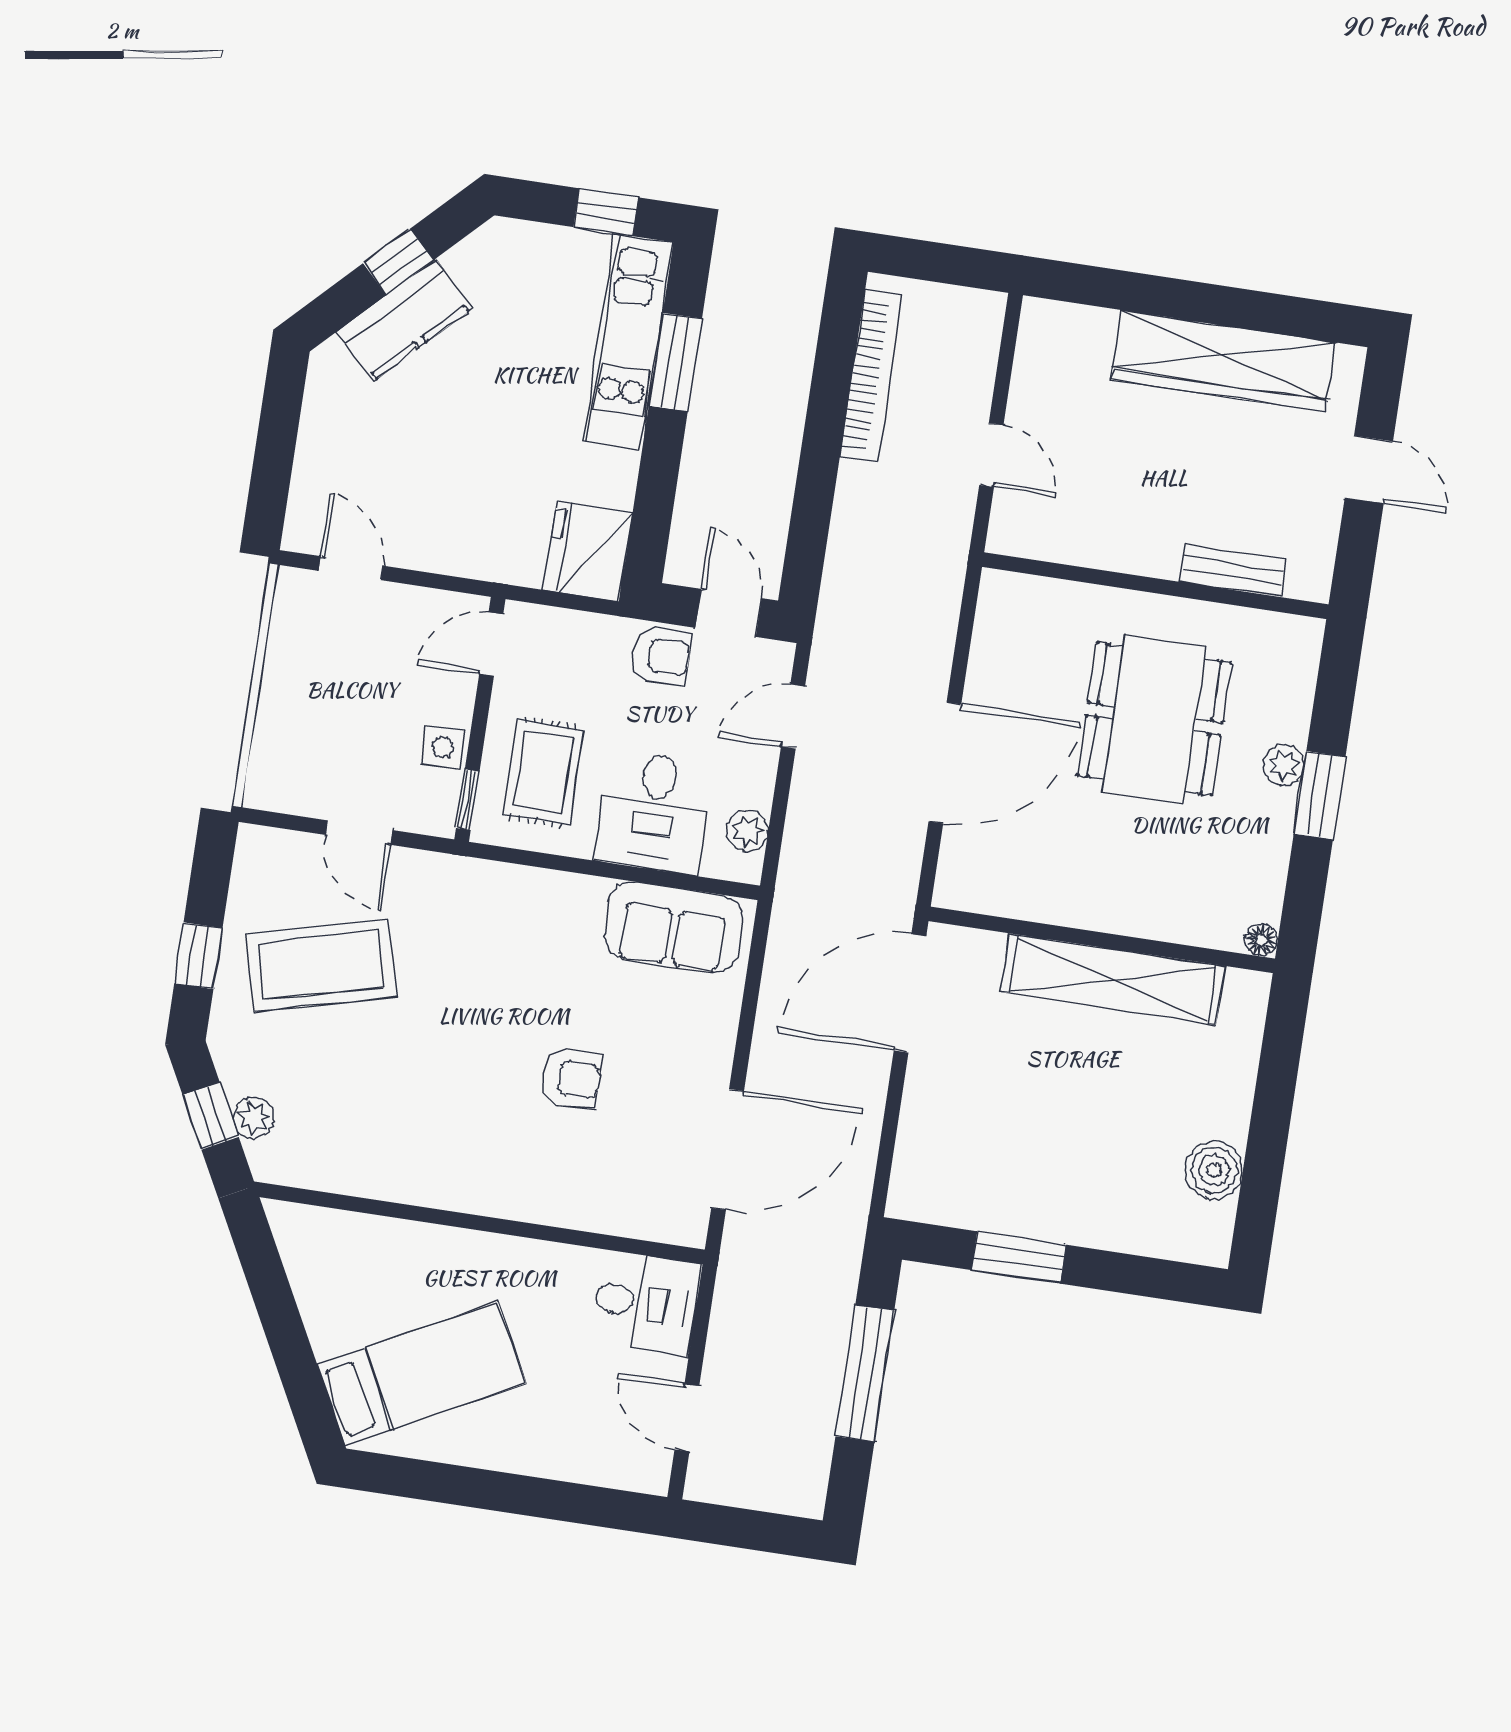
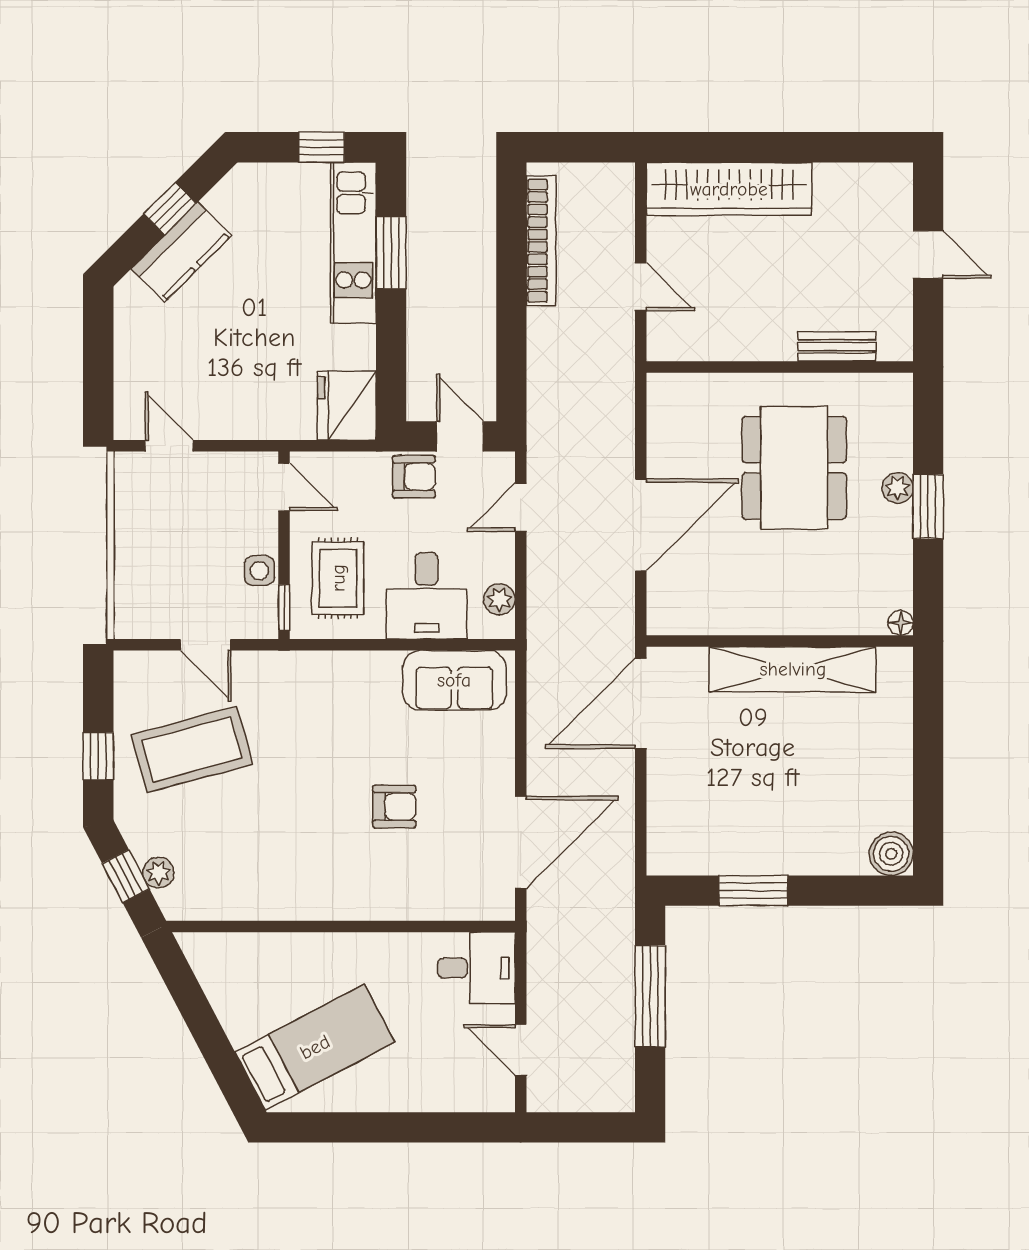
wardrobe: (1223, 361) -> (729, 189), moved
door: (491, 644) -> (284, 487), swing flipped
boiler: (1214, 1170) -> (891, 854), moved

